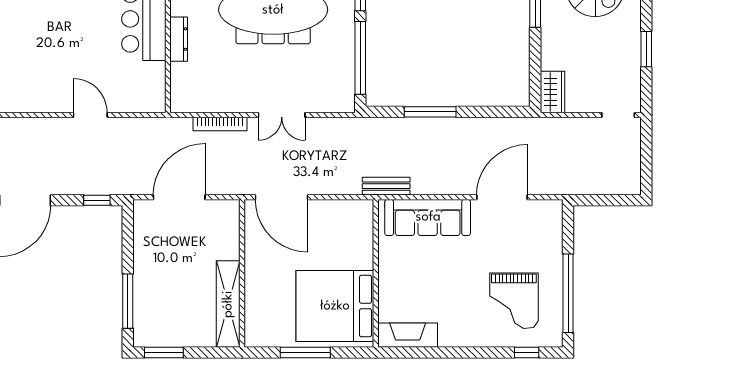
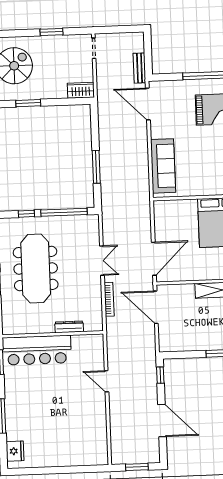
dresser: (179, 39) -> (69, 327), moved
door: (90, 115) -> (107, 381), hinge flipped
bench: (386, 186) -> (139, 68), moved
door: (179, 197) -> (156, 307), moved
door: (502, 197) -> (148, 104), moved

